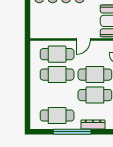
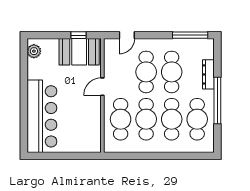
door: (83, 40) -> (102, 87), swing flipped
cafe table: (57, 95) -> (172, 119), added

